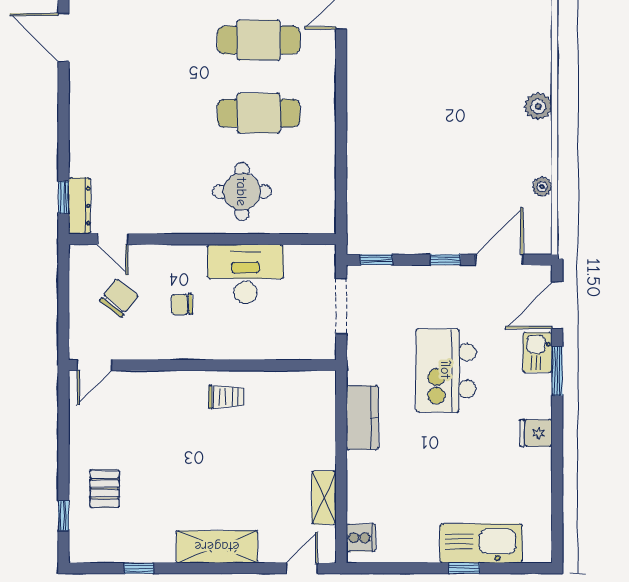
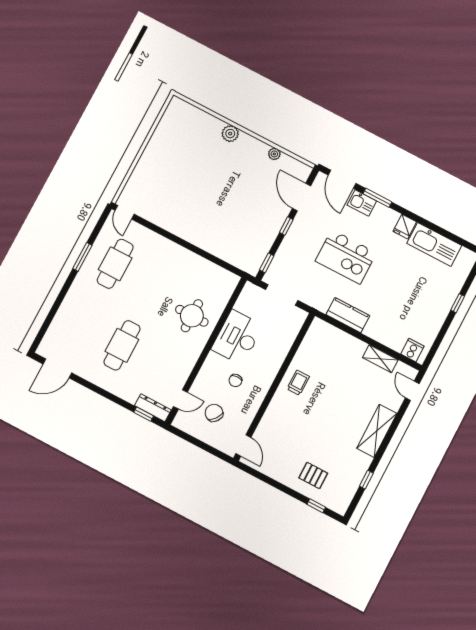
cafe table: (259, 113) -> (122, 345), moved
kitchen sink: (481, 543) -> (434, 244), moved, turned -90

